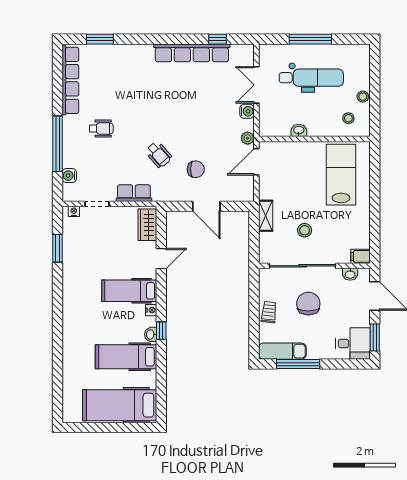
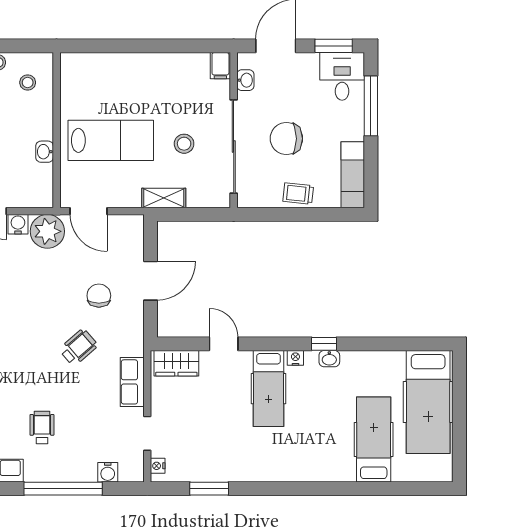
plant: (248, 138) -> (47, 231), width x1.88, depth x1.88
lab bench: (341, 175) -> (111, 140), moved, turned 180
hospital bed: (126, 357) -> (374, 439), moved, turned 180
window: (298, 364) -> (371, 106), moved

